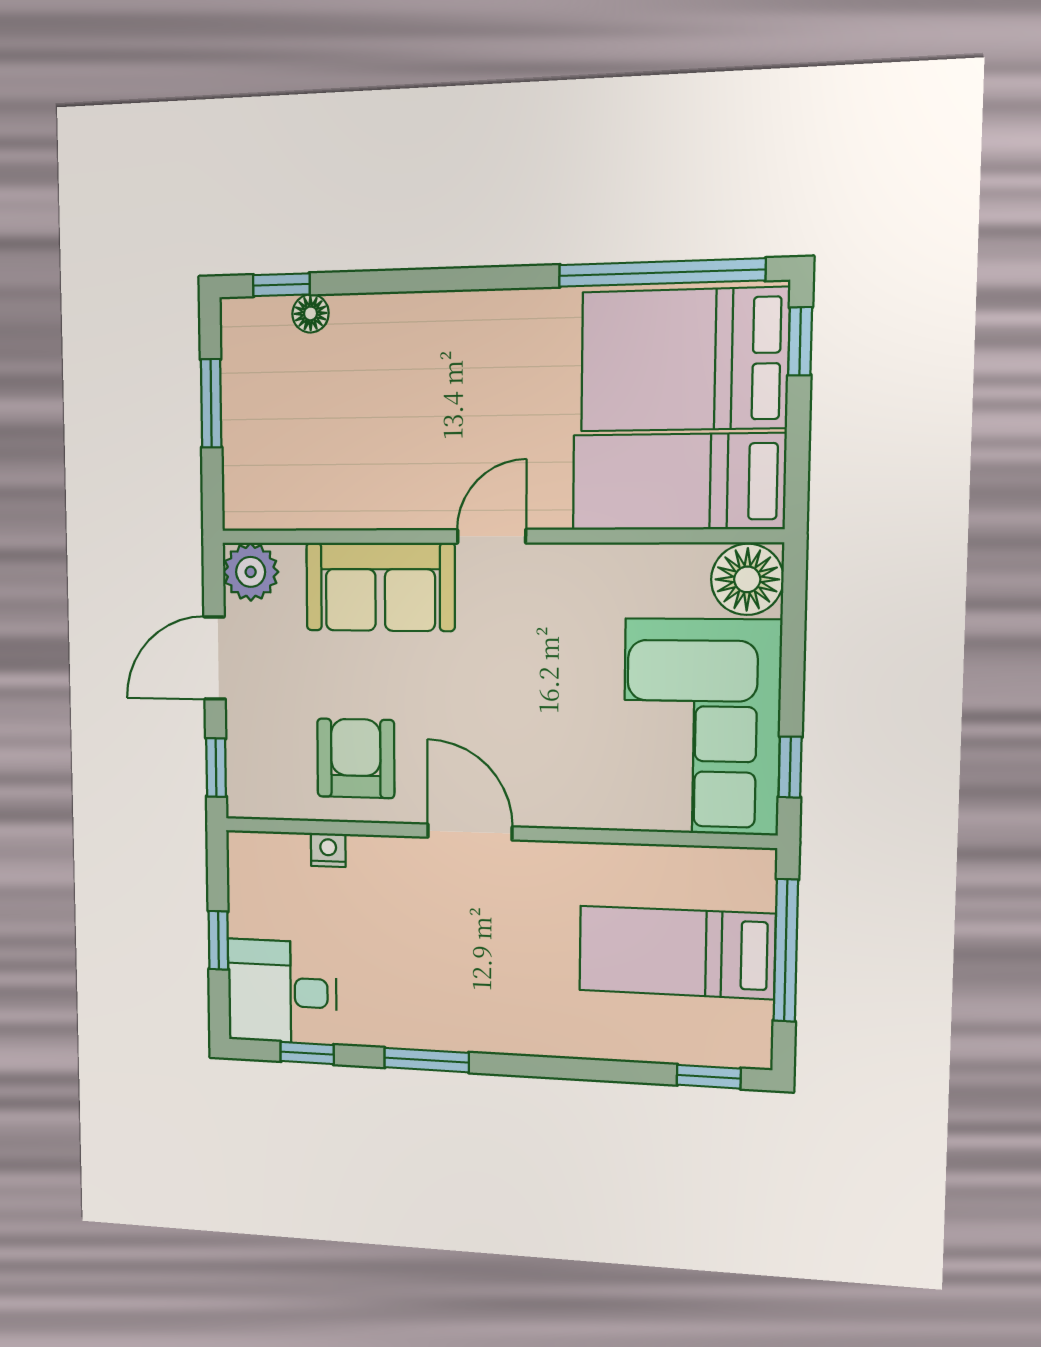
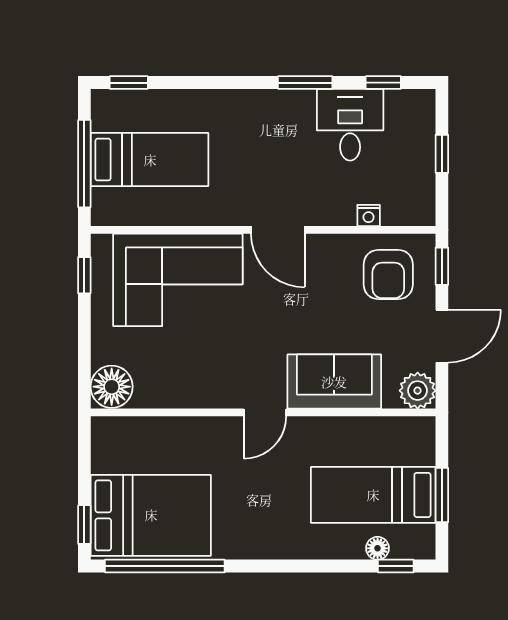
bed: (678, 482) -> (373, 495), moved, turned 180
corner sofa: (702, 727) -> (178, 280), moved, turned 90
armchair: (356, 758) -> (388, 275), moved
desk: (282, 992) -> (350, 125), moved, turned -90

